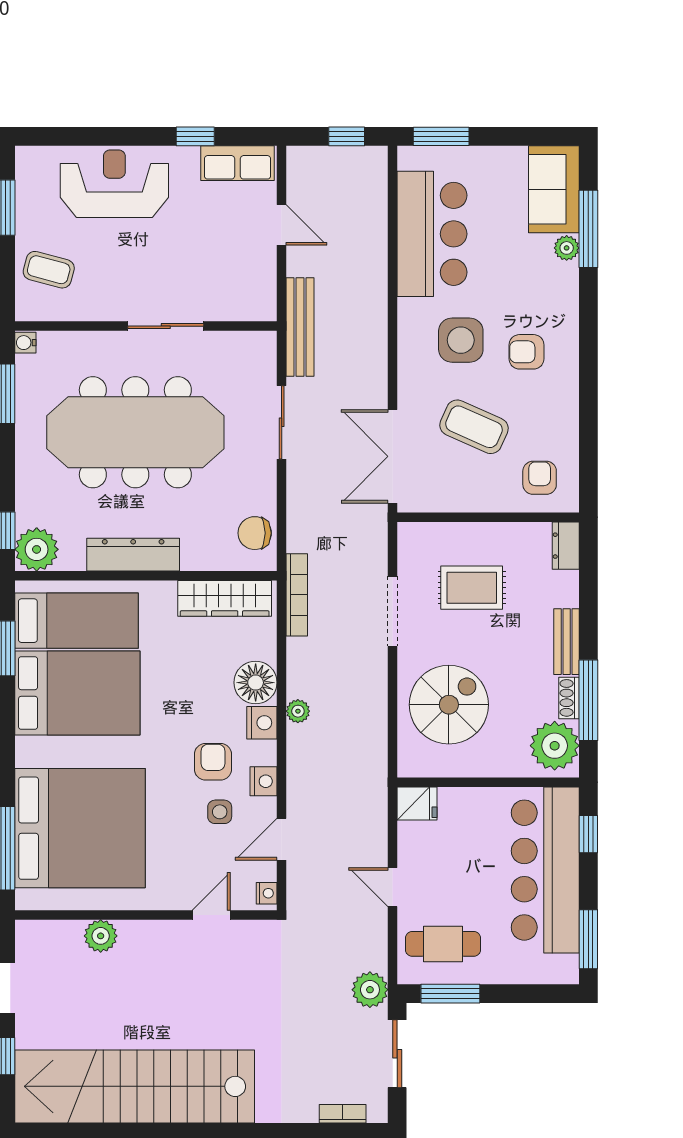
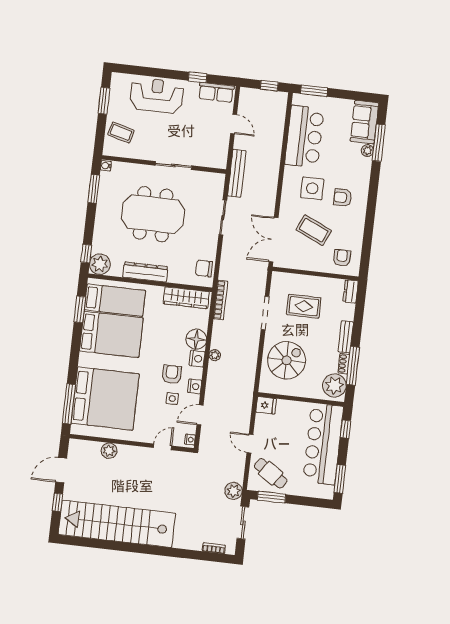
meeting table: (135, 432) -> (153, 214), width x0.73
cafe table: (443, 944) -> (271, 473), turned 34

